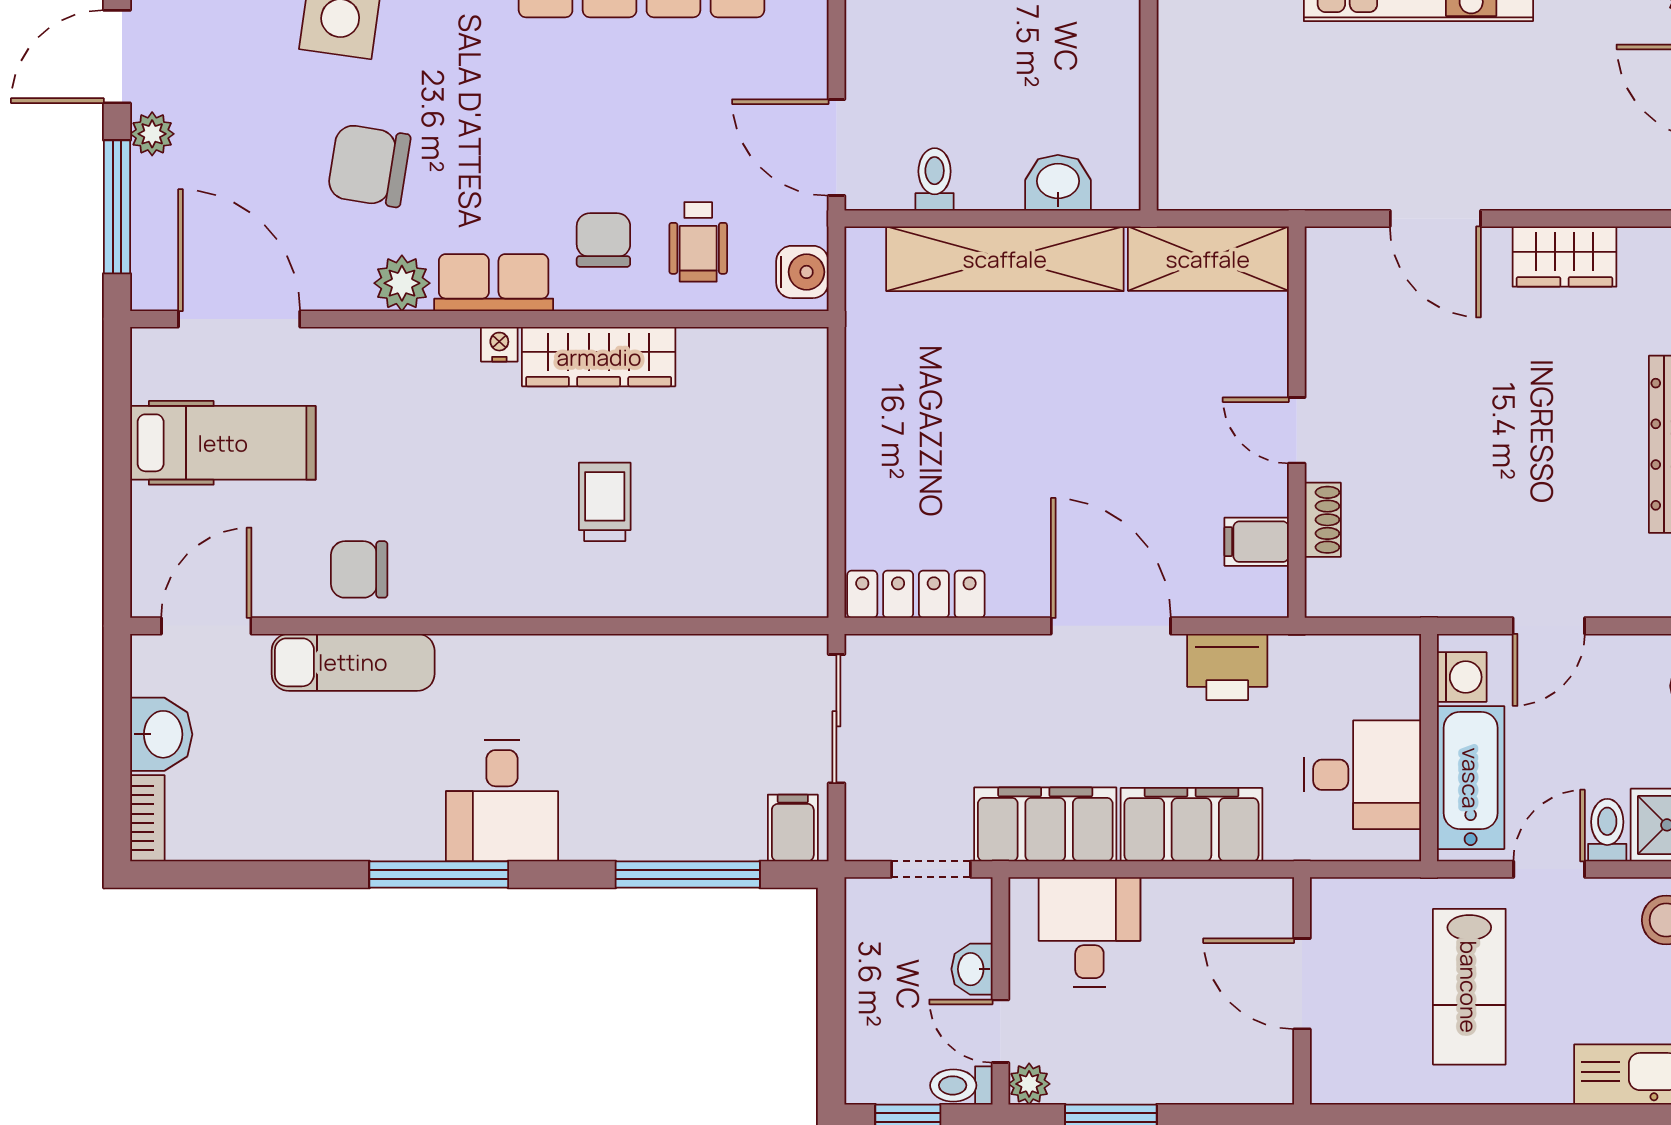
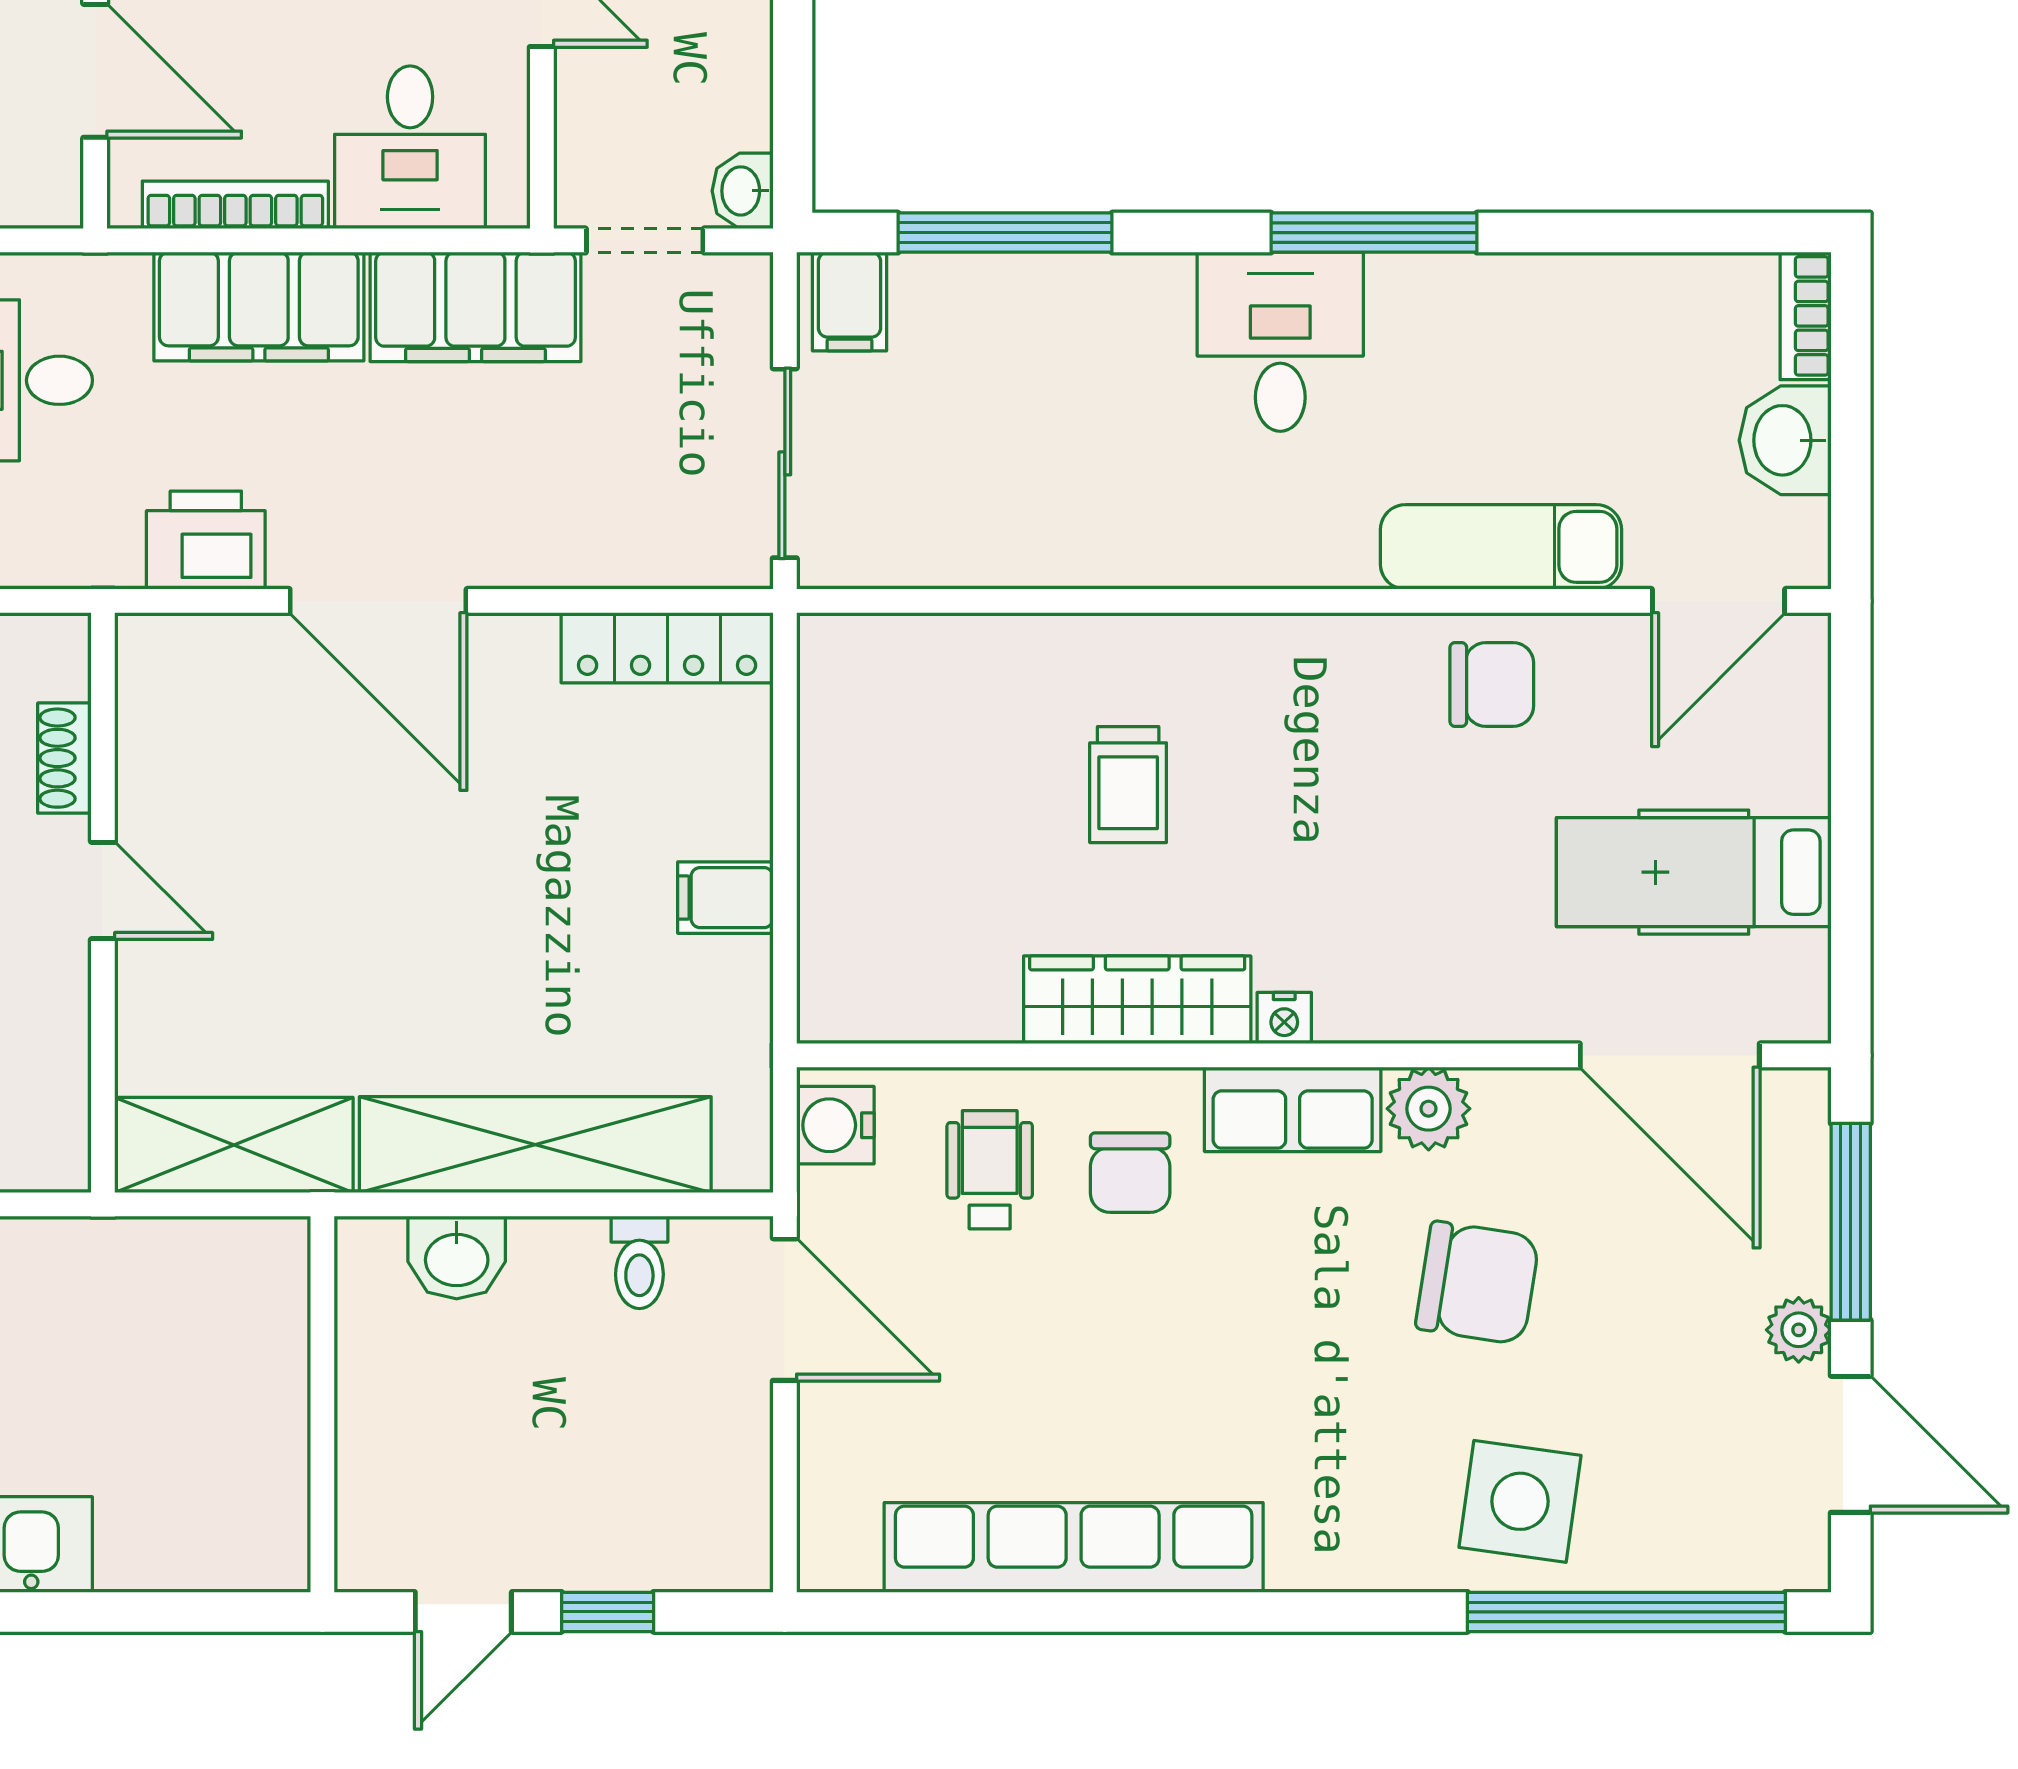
door: (117, 57) -> (1851, 1444), hinge flipped
filing cabinet: (1257, 542) -> (725, 898), moved, turned 180
bookcase: (1207, 893) -> (235, 205), added
washbasin: (972, 969) -> (743, 191), moved, turned 180

